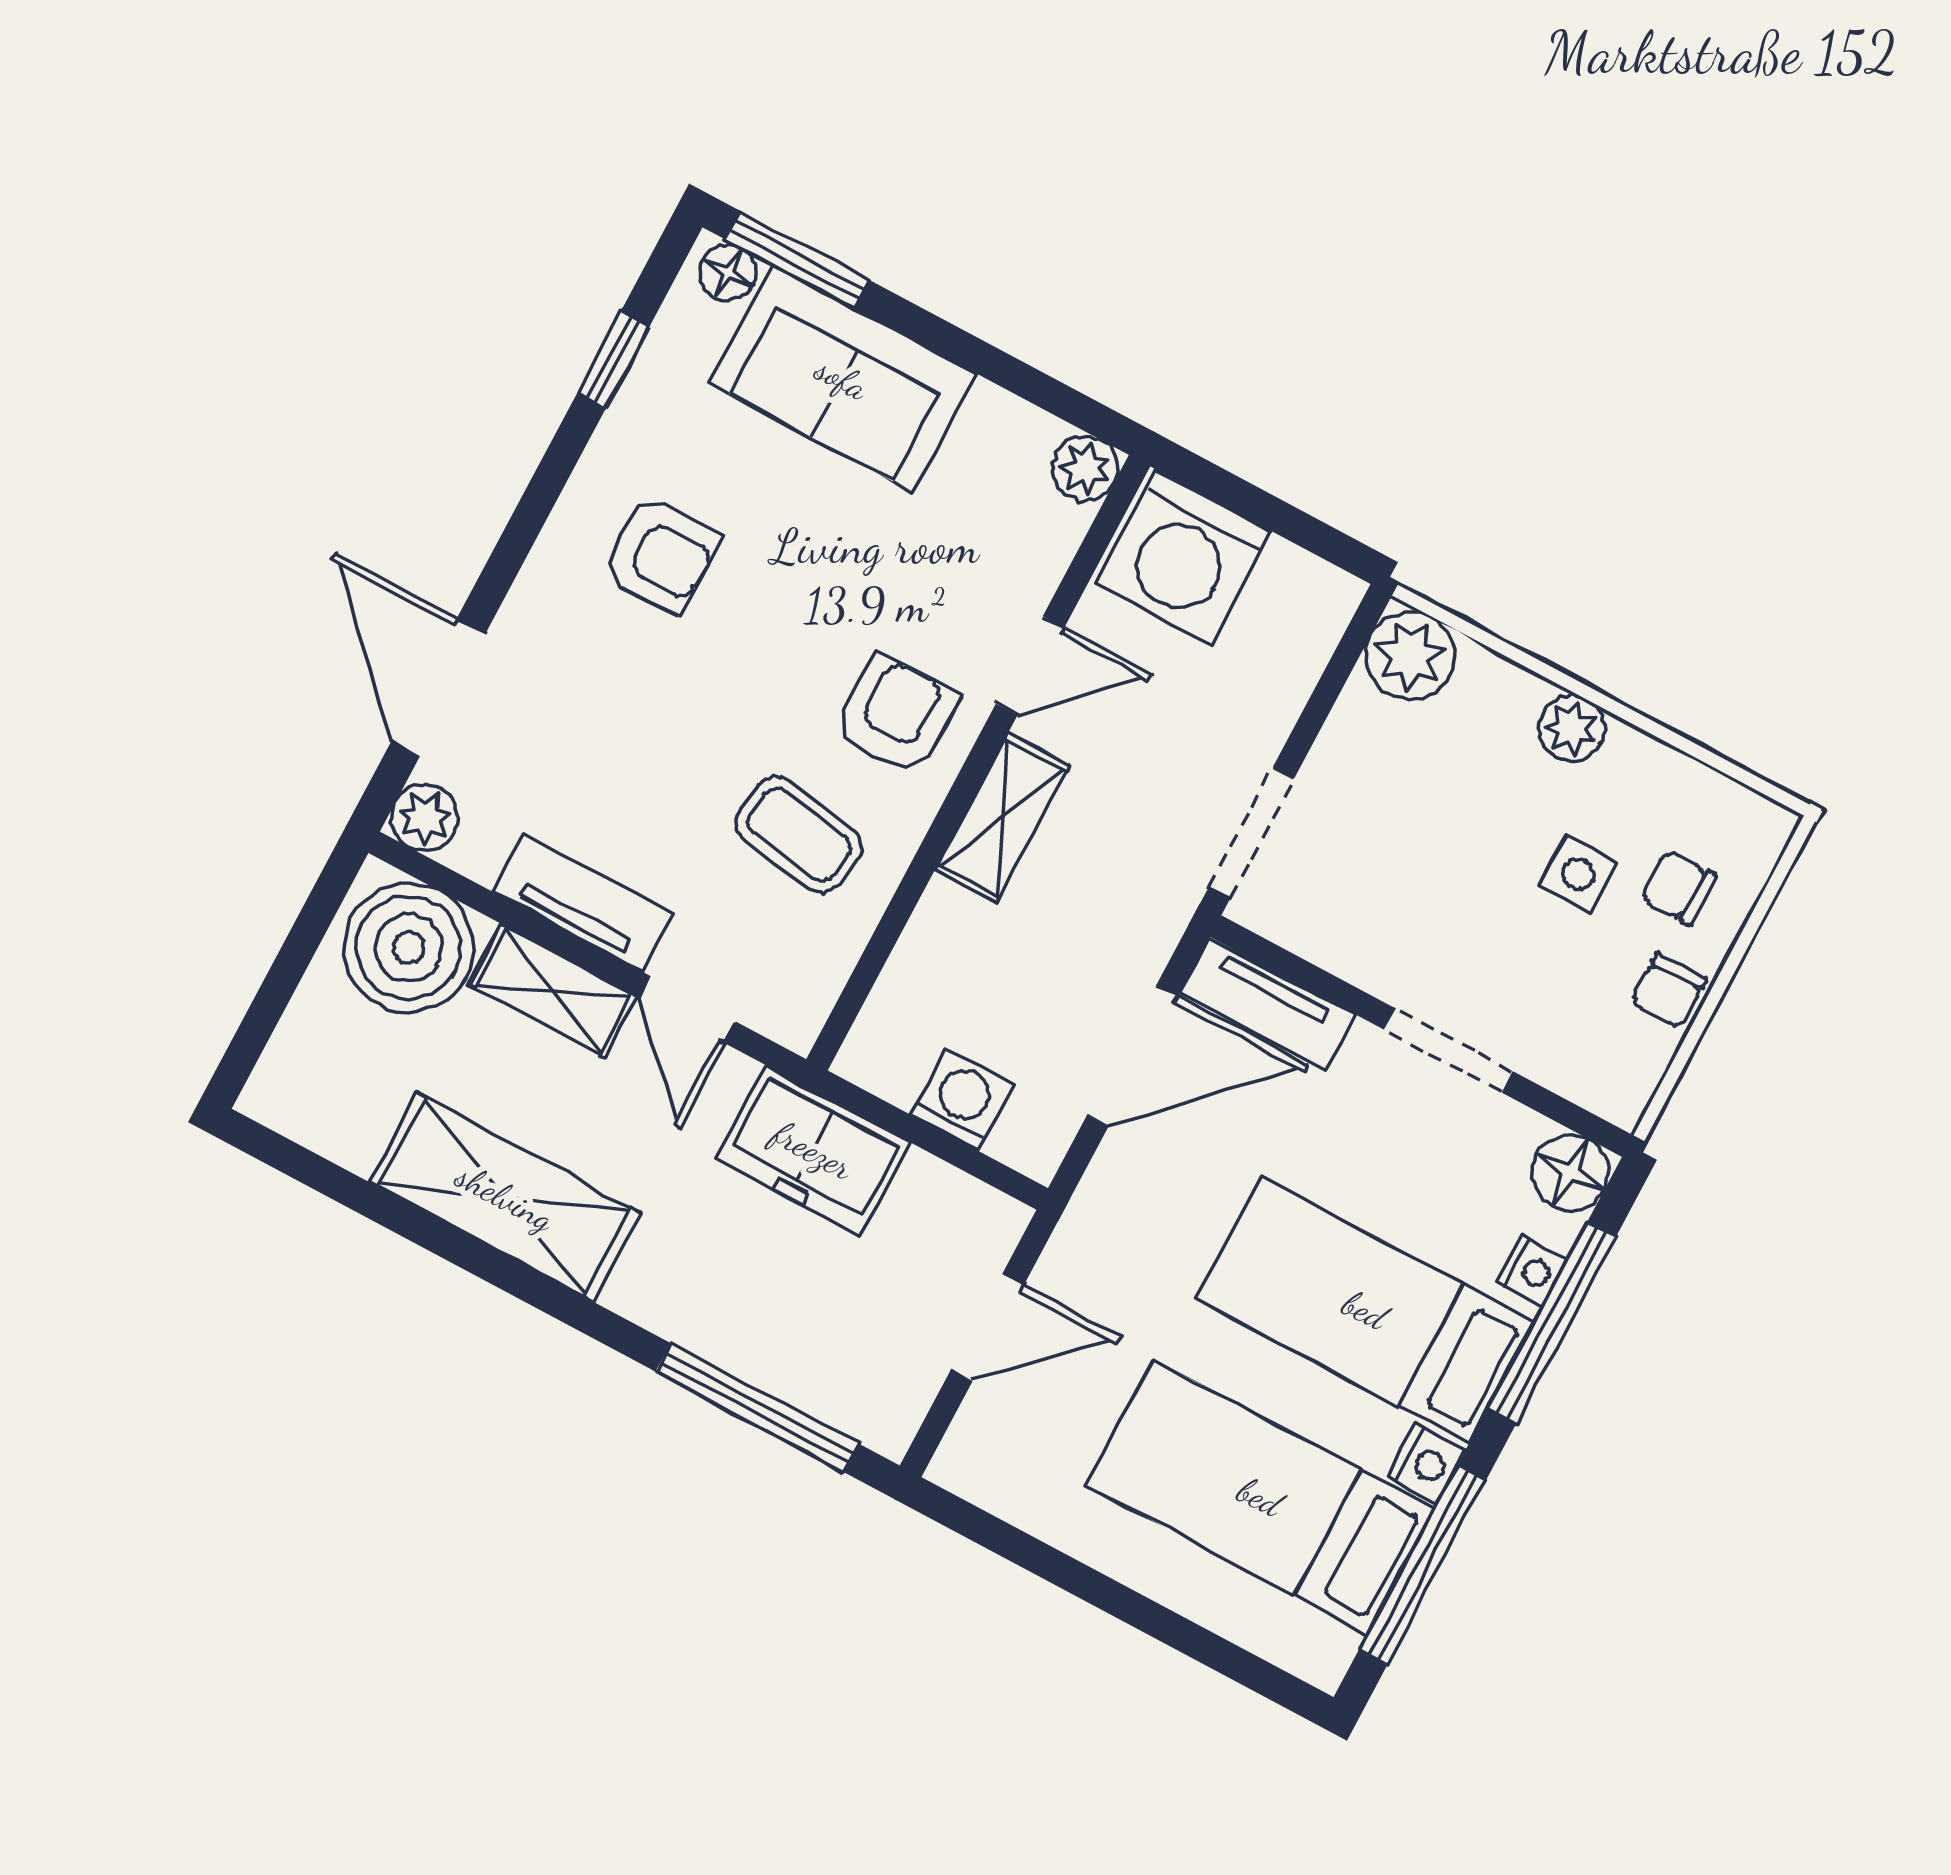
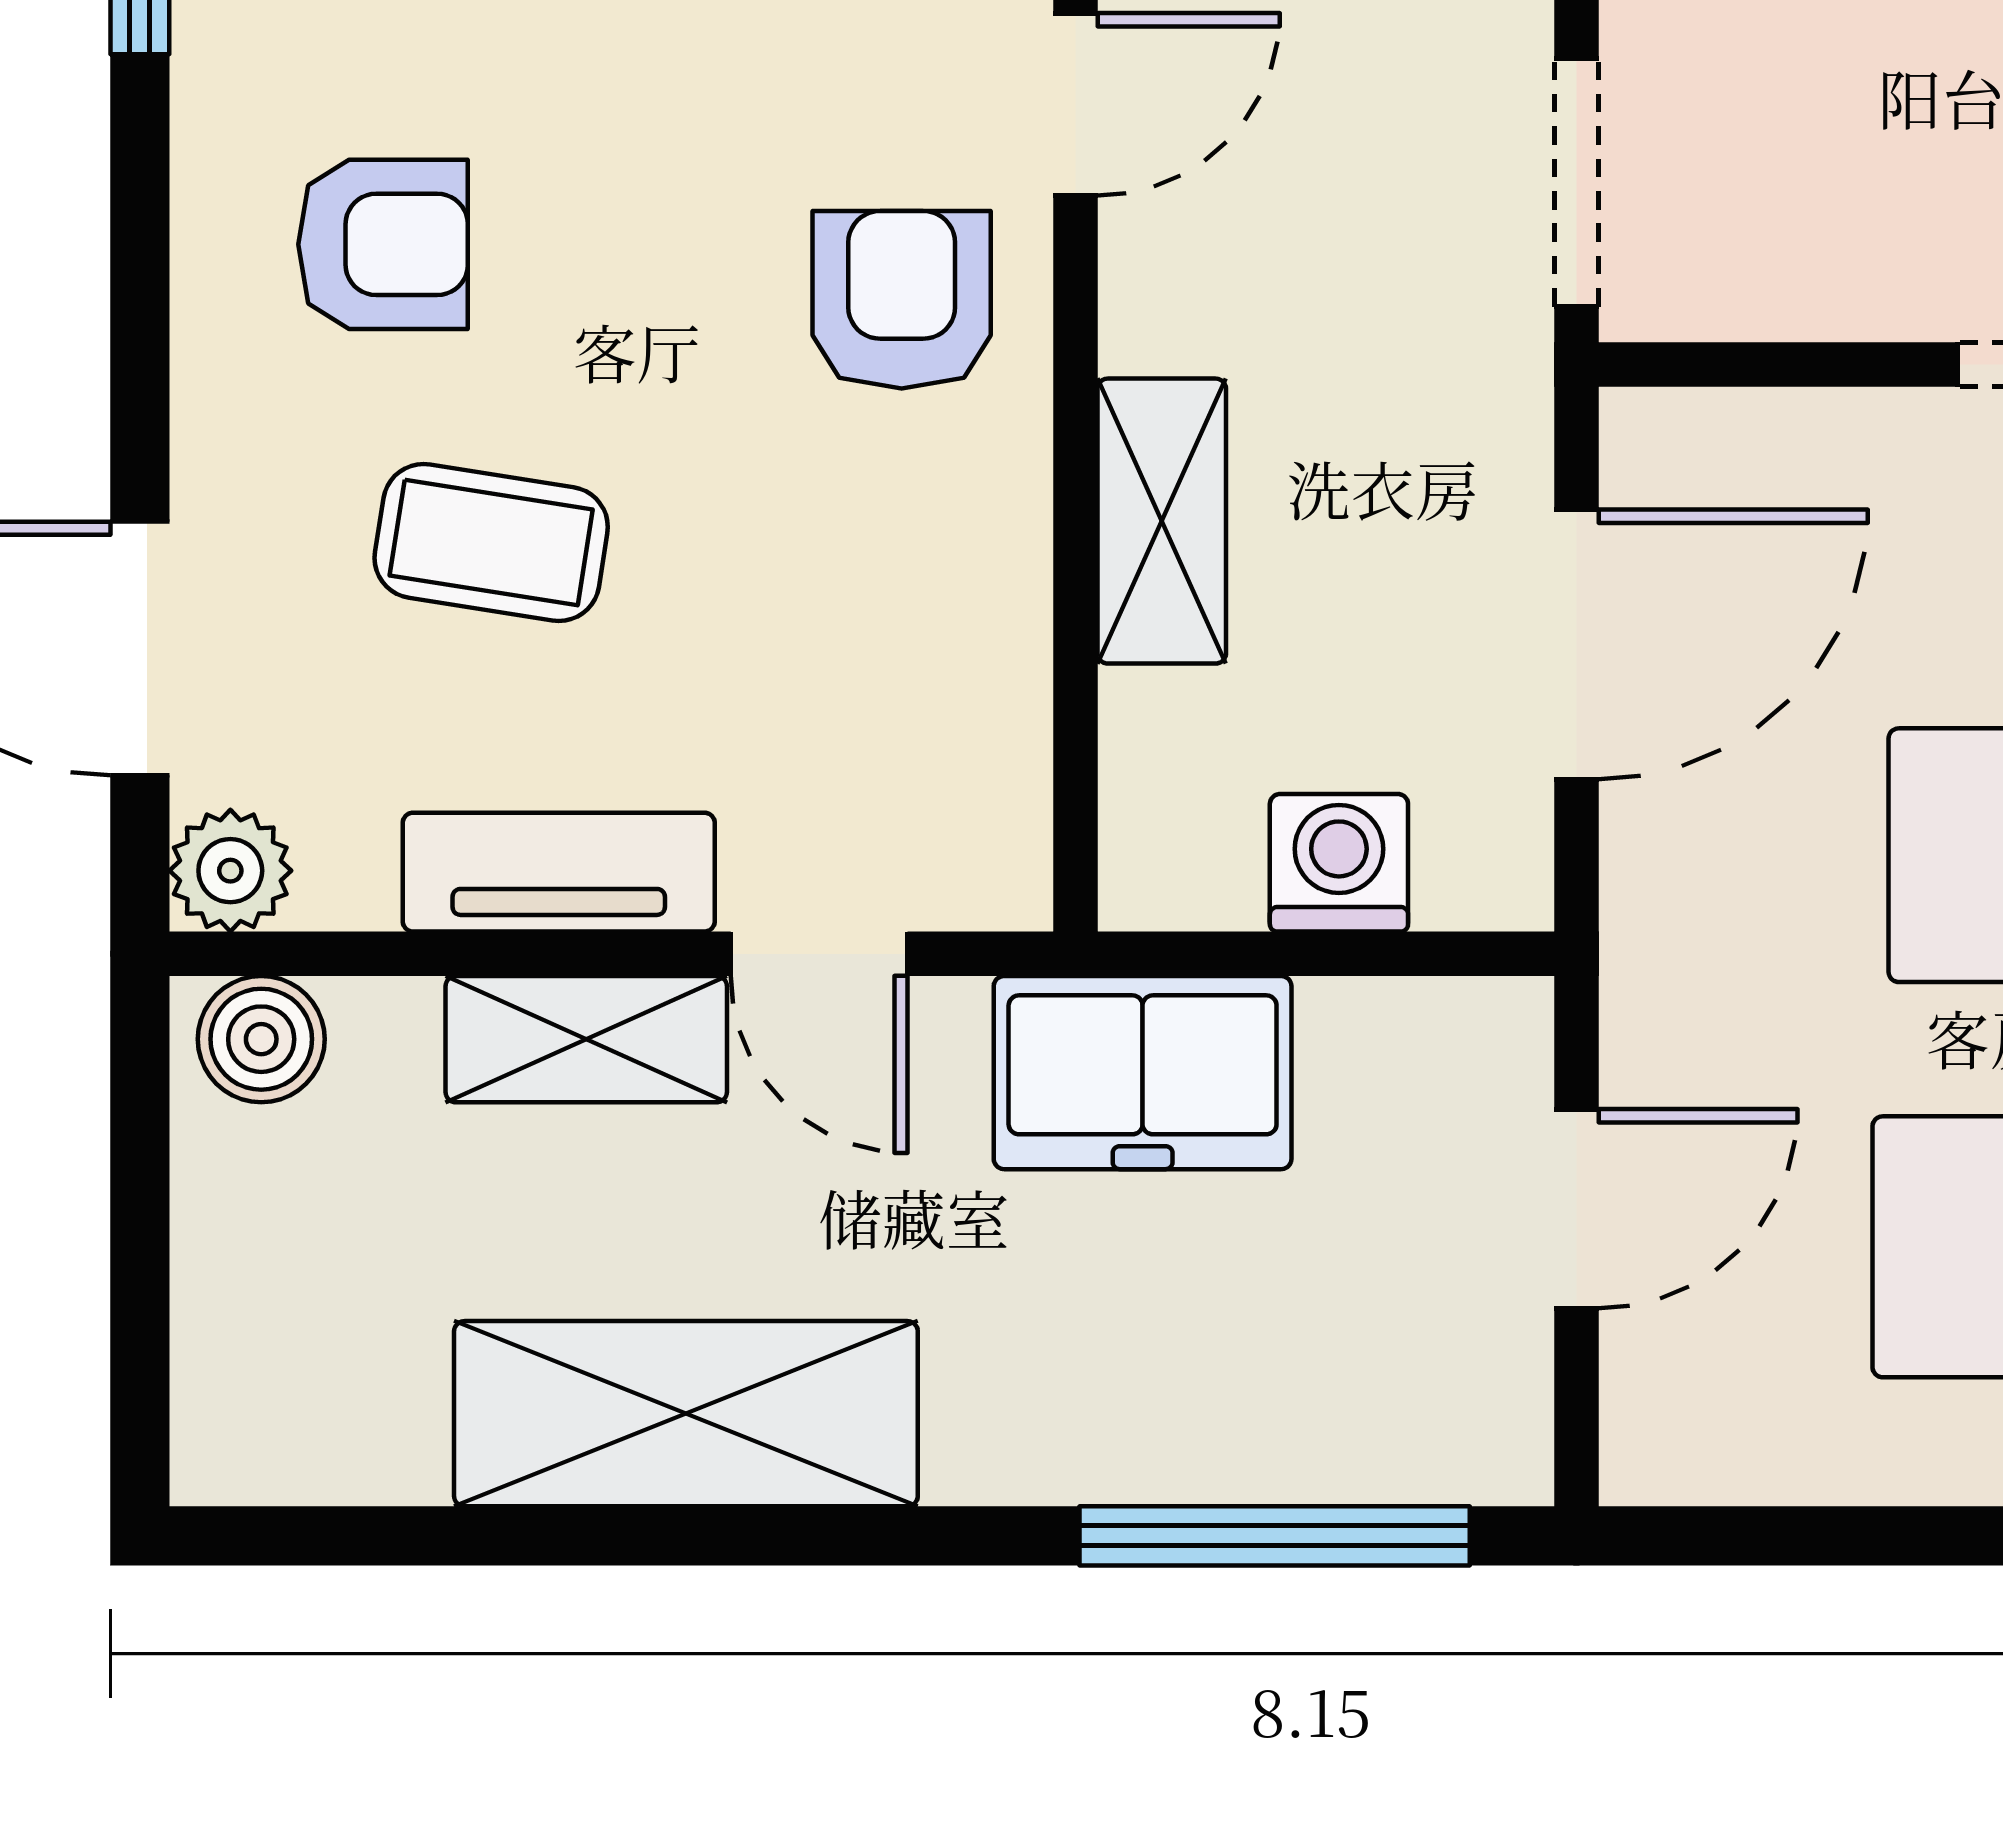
shelving: (1002, 818) -> (1162, 521), moved
coffee table: (799, 835) -> (491, 543), moved
boiler: (409, 948) -> (261, 1039), width x0.54, depth x0.54
tv unit: (1268, 1004) -> (1750, 444), removed

